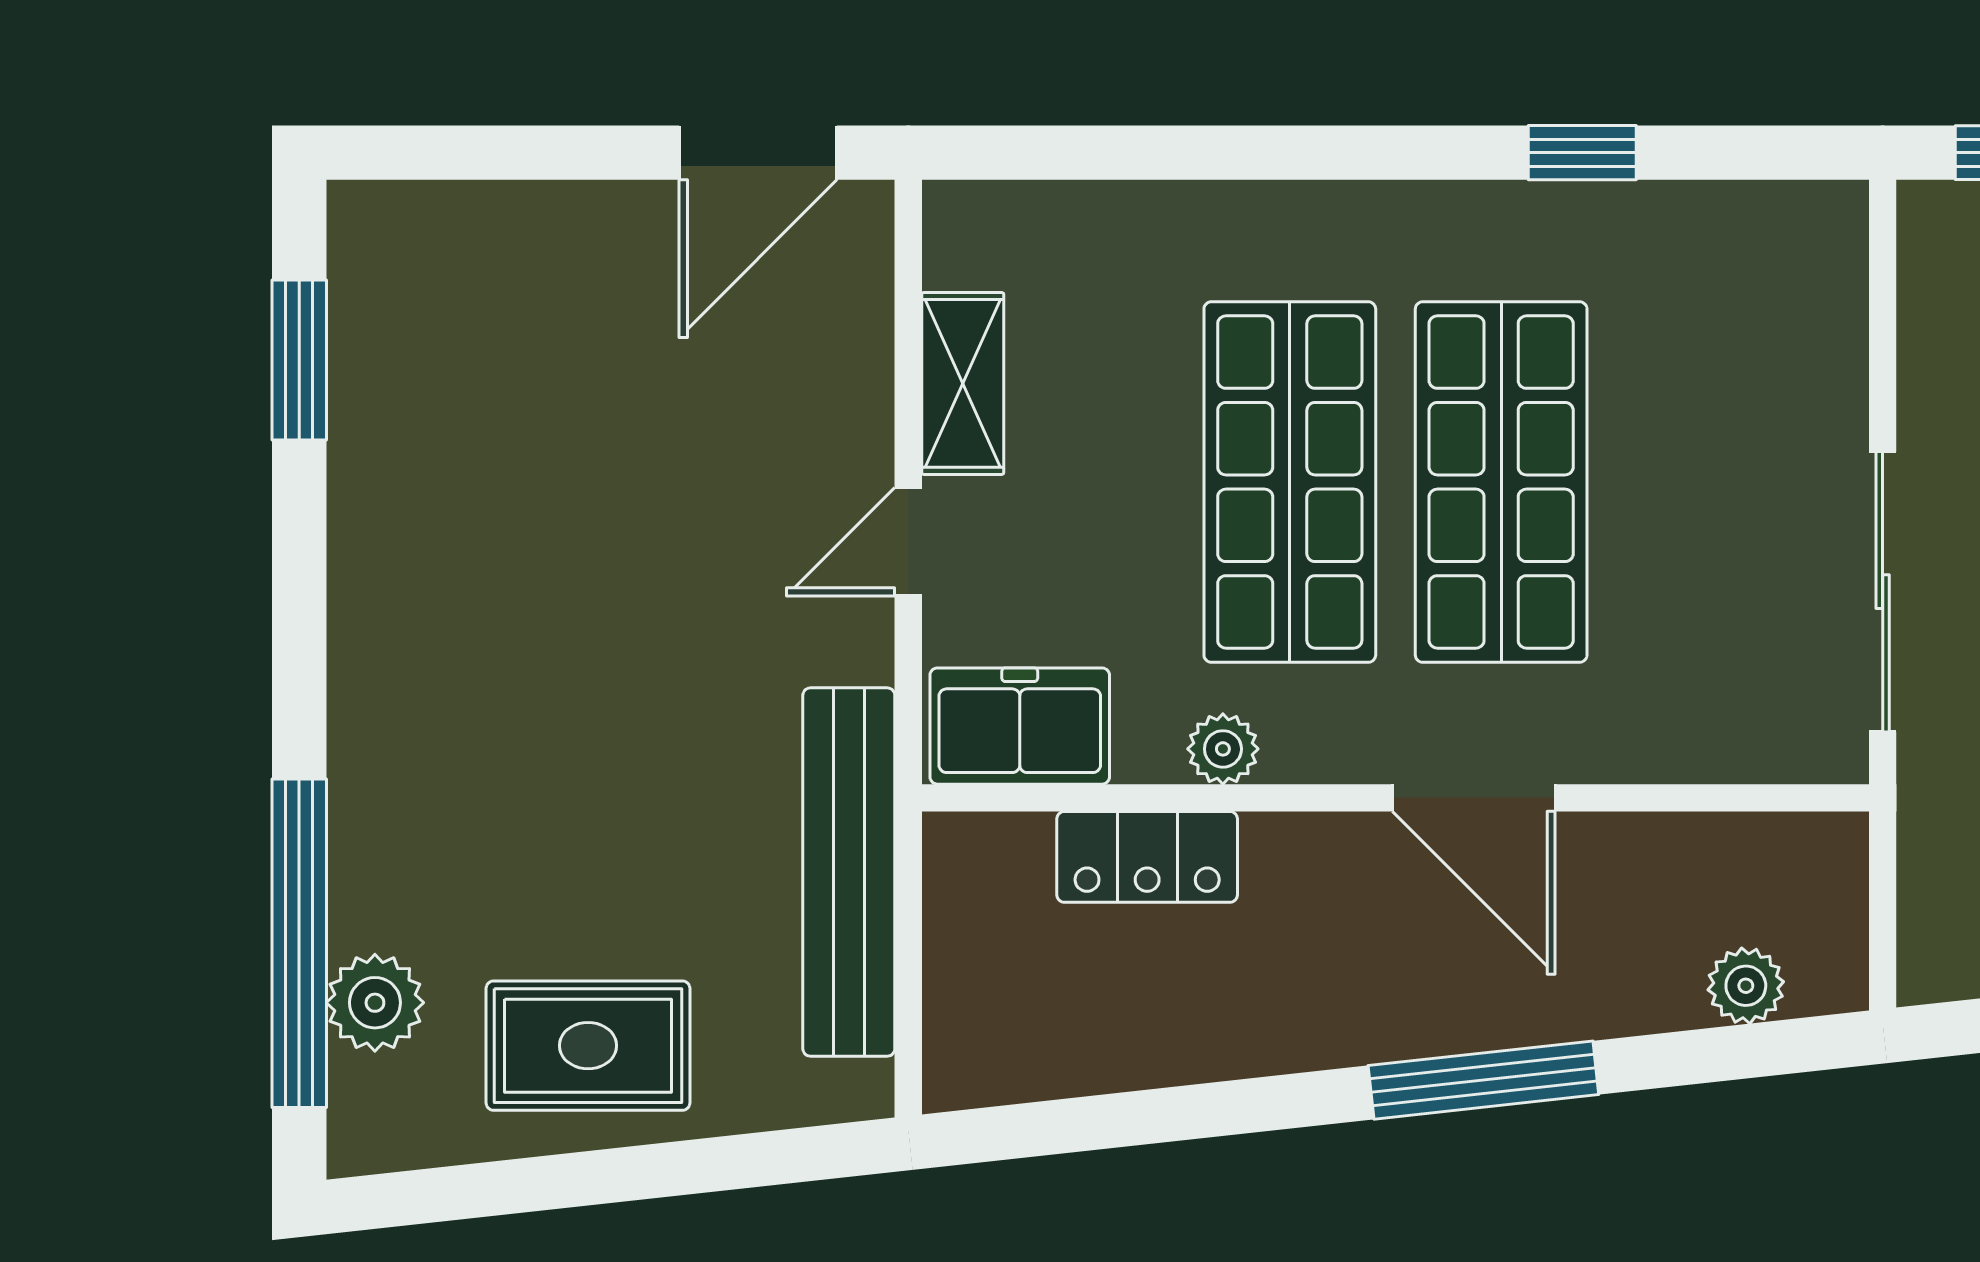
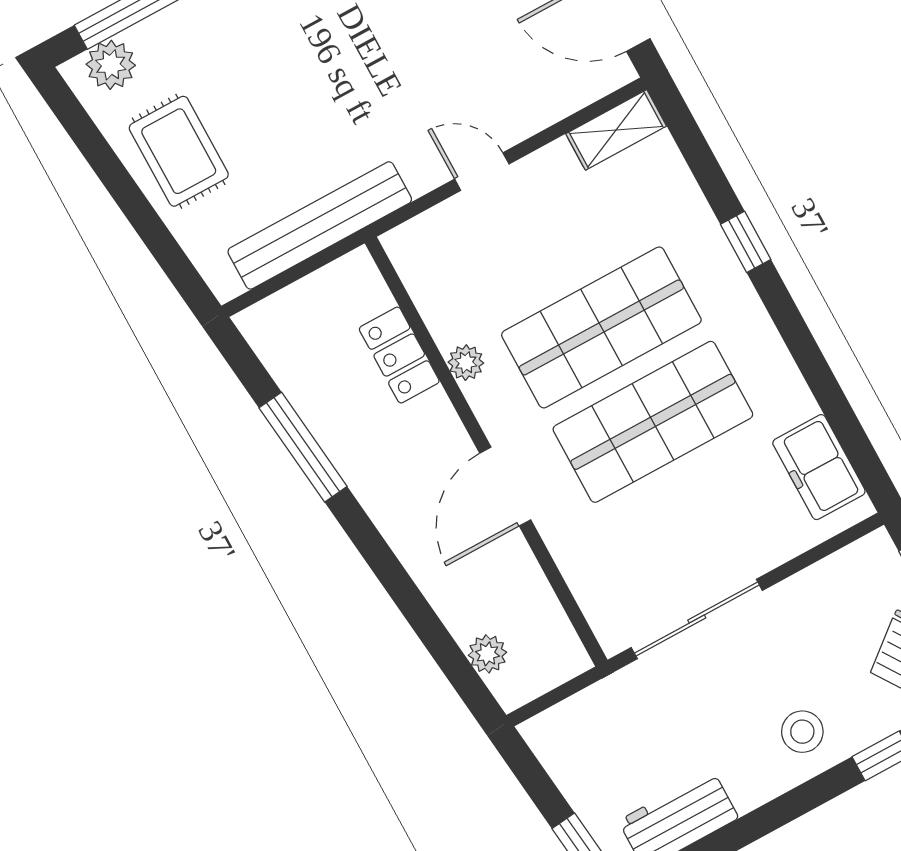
window: (1582, 153) -> (746, 242), moved
shelving: (963, 383) -> (616, 130), moved
freezer: (1020, 726) -> (819, 467), moved, turned 180
plant: (375, 1003) -> (111, 65), moved
window: (1483, 1080) -> (303, 447), moved

